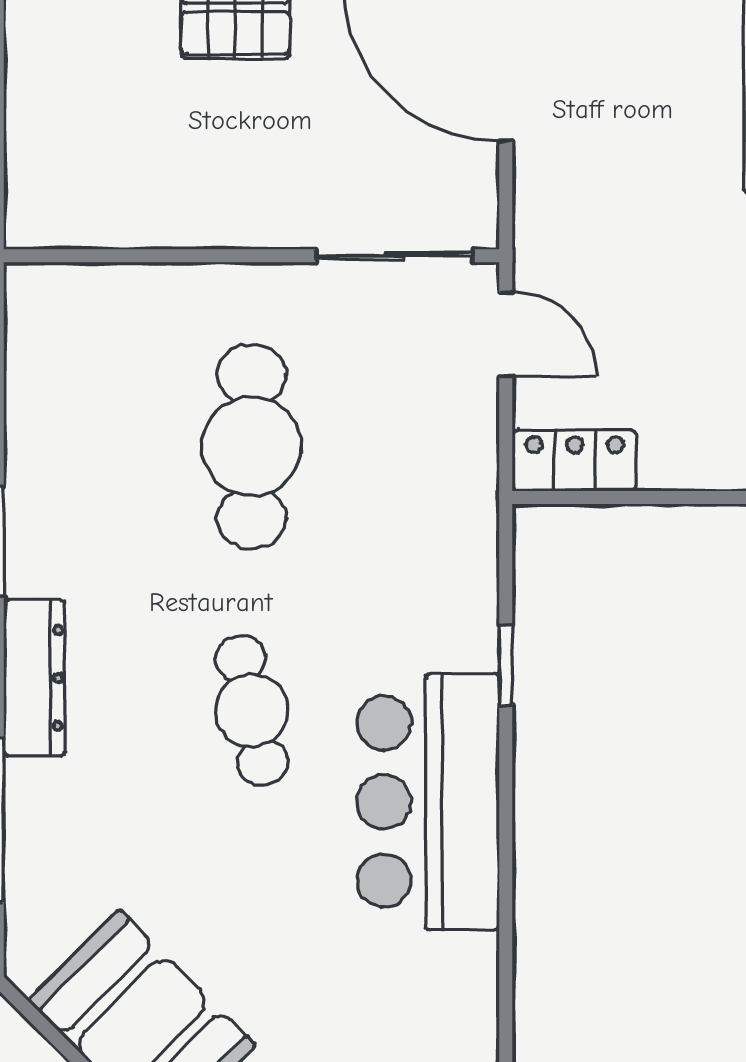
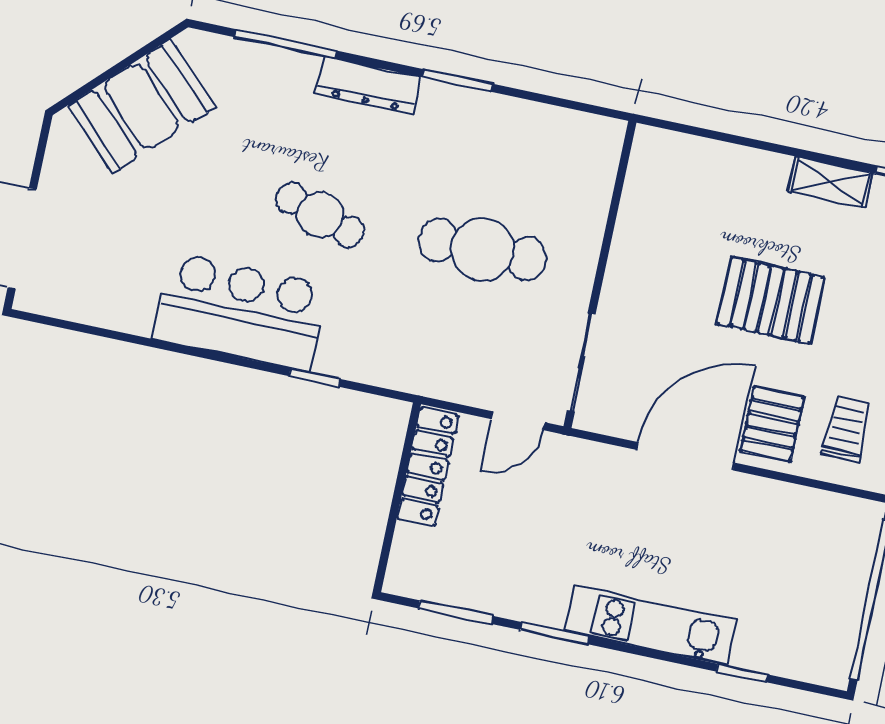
locker: (575, 460) -> (428, 467), width x1.53
cafe table: (252, 710) -> (320, 215), turned 30

